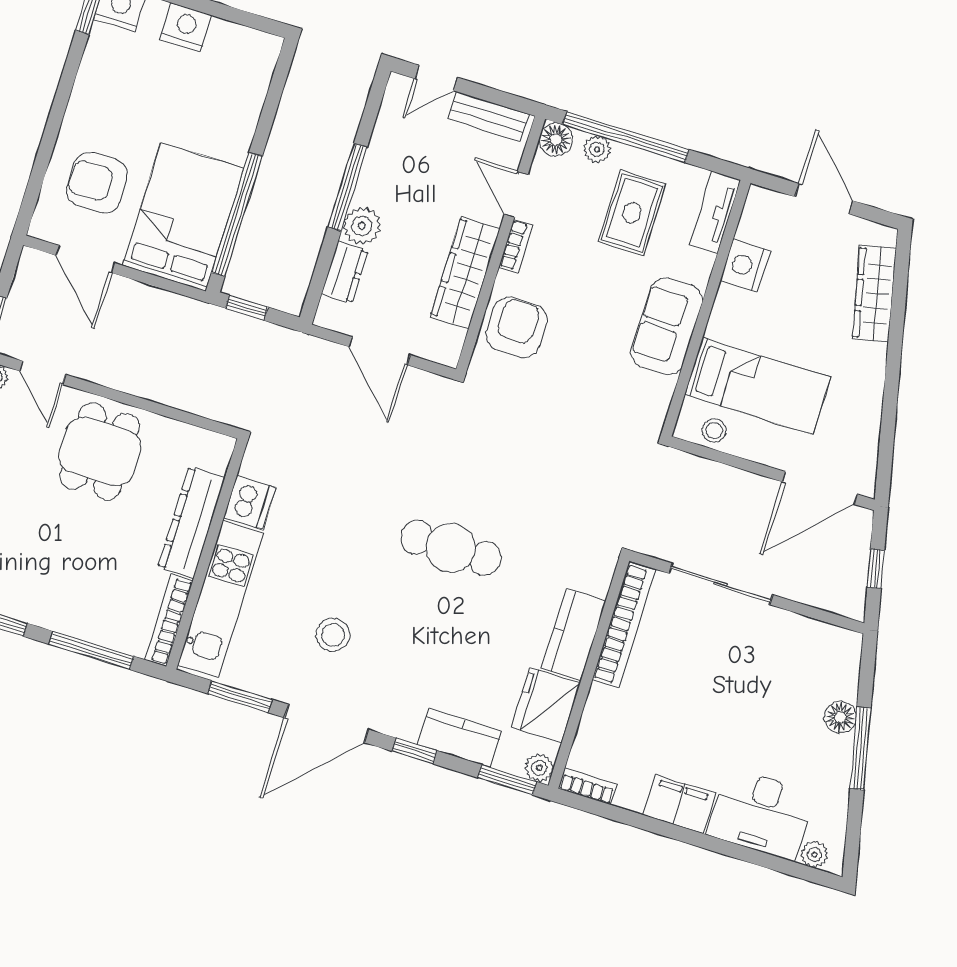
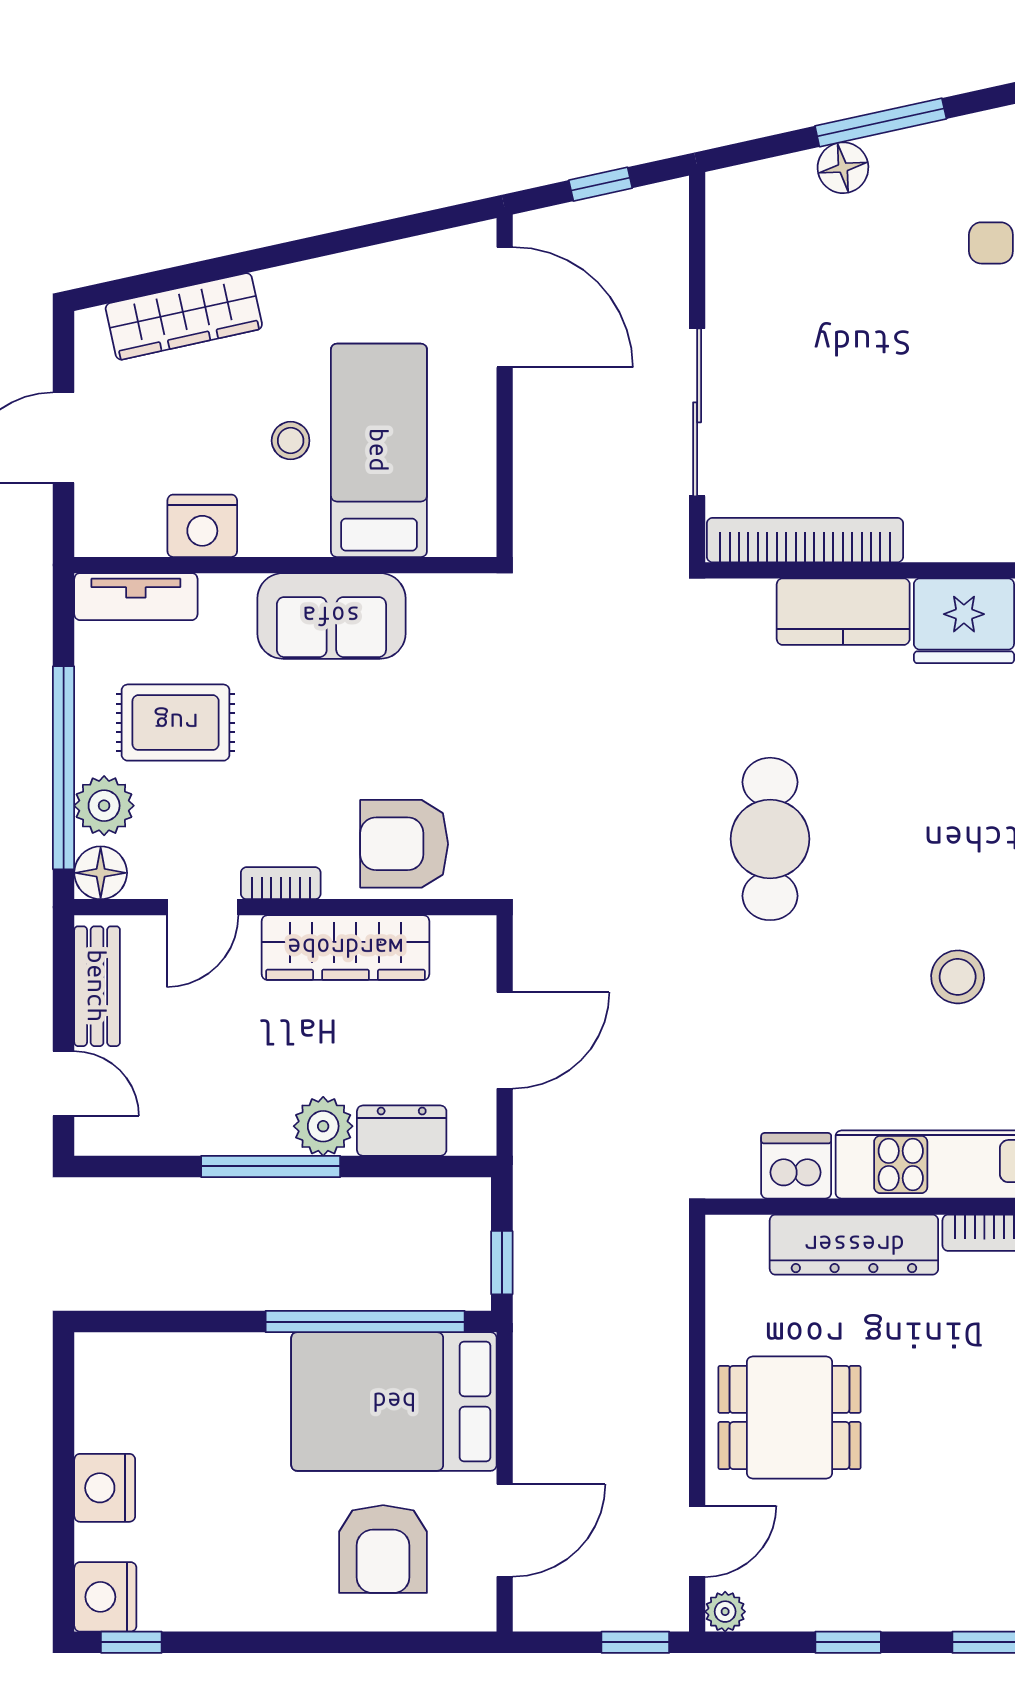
plant: (597, 149) -> (104, 806), width x1.38, depth x1.38
stool: (714, 431) -> (291, 441), moved

